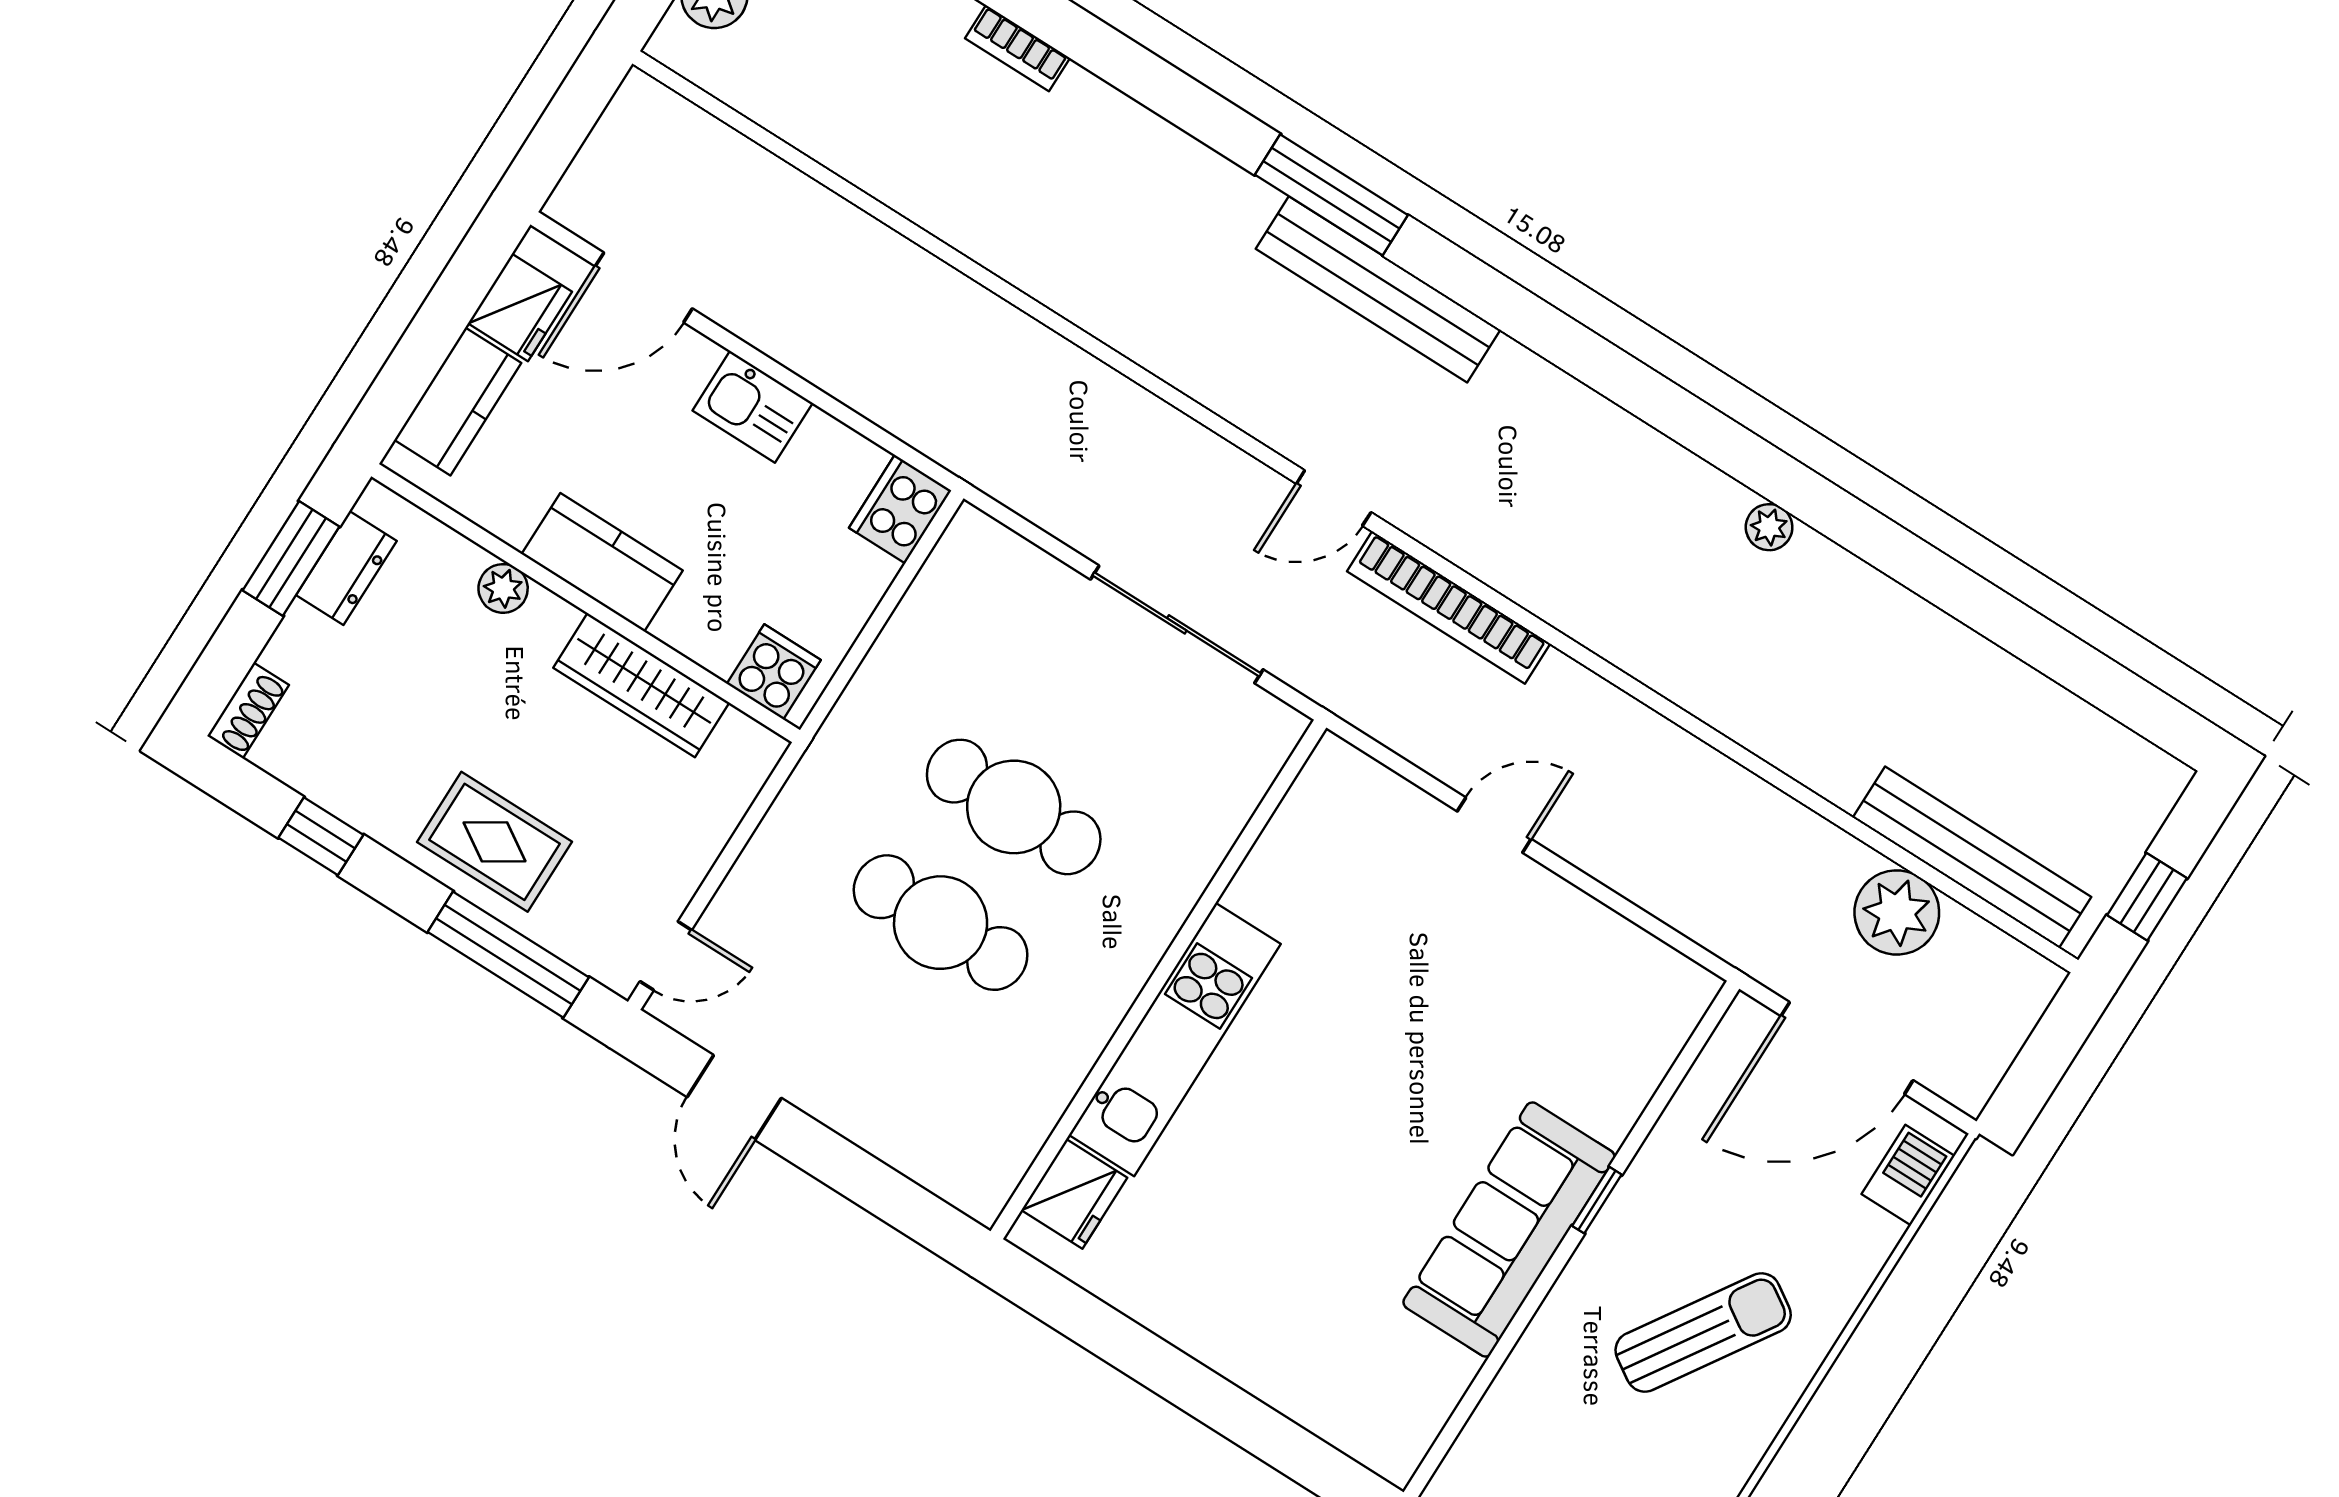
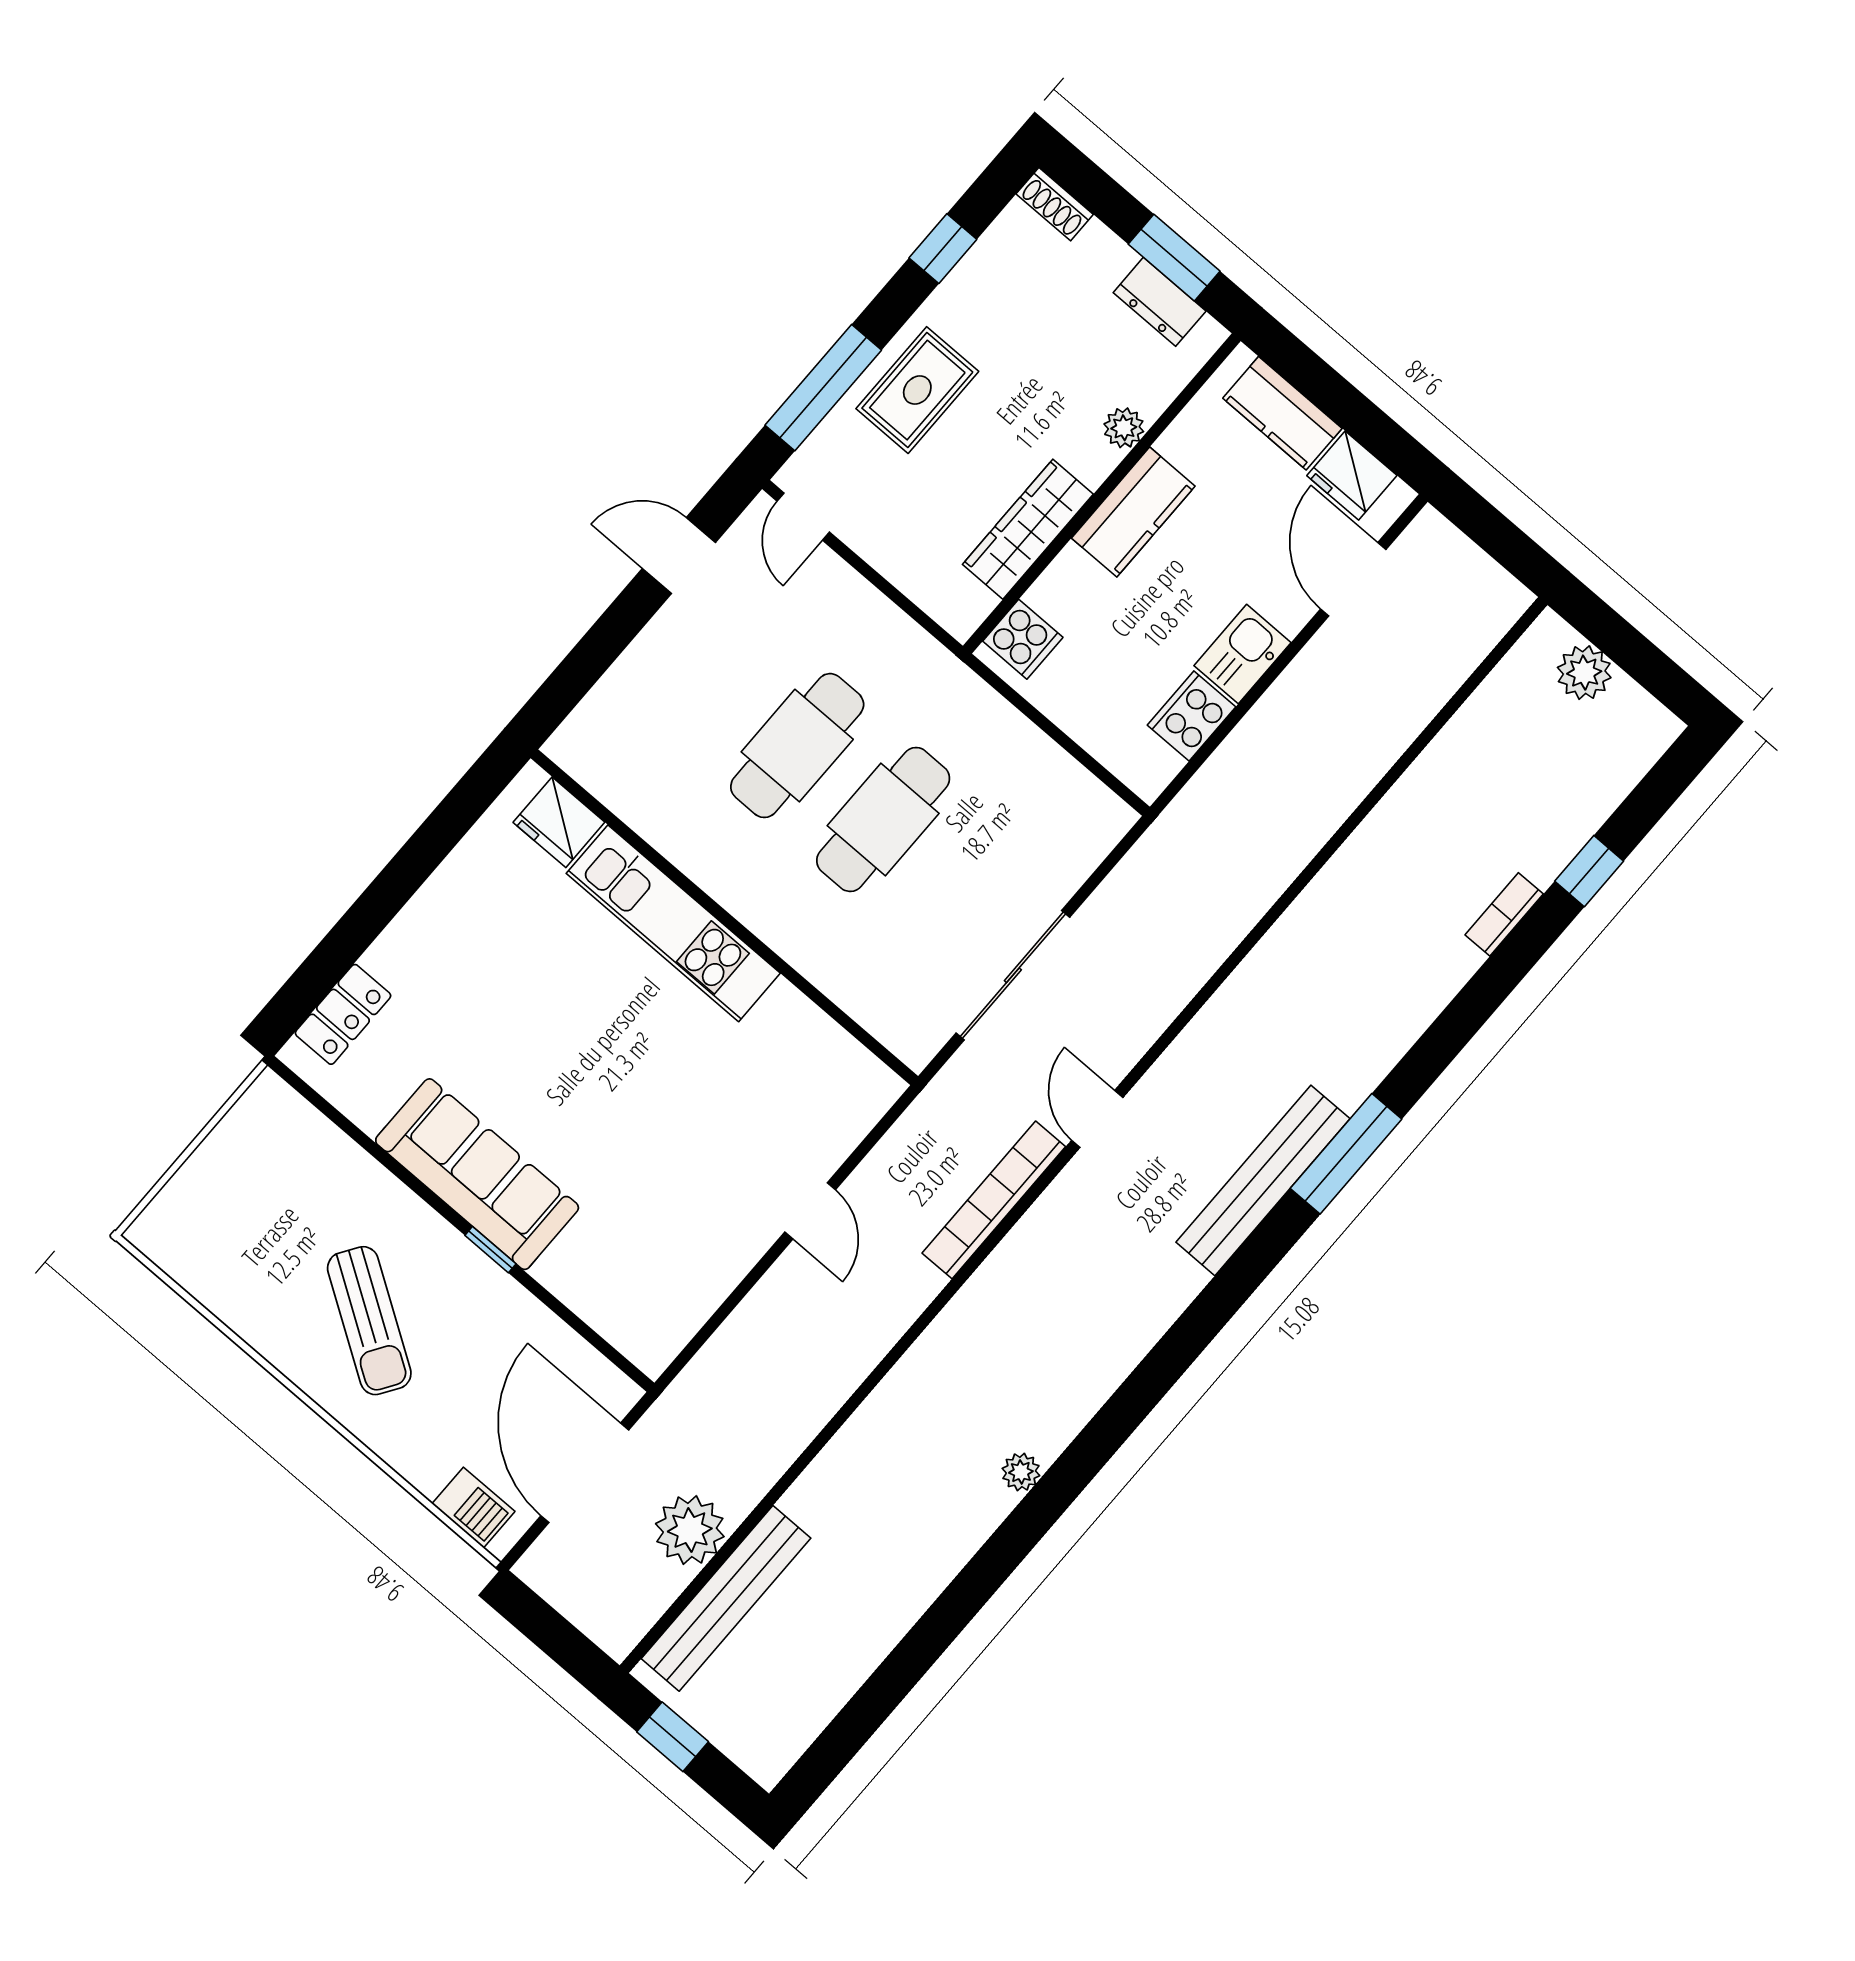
cooker: (900, 509) -> (1191, 716), moved, turned -90
locker: (1342, 1418) -> (343, 1014), added

